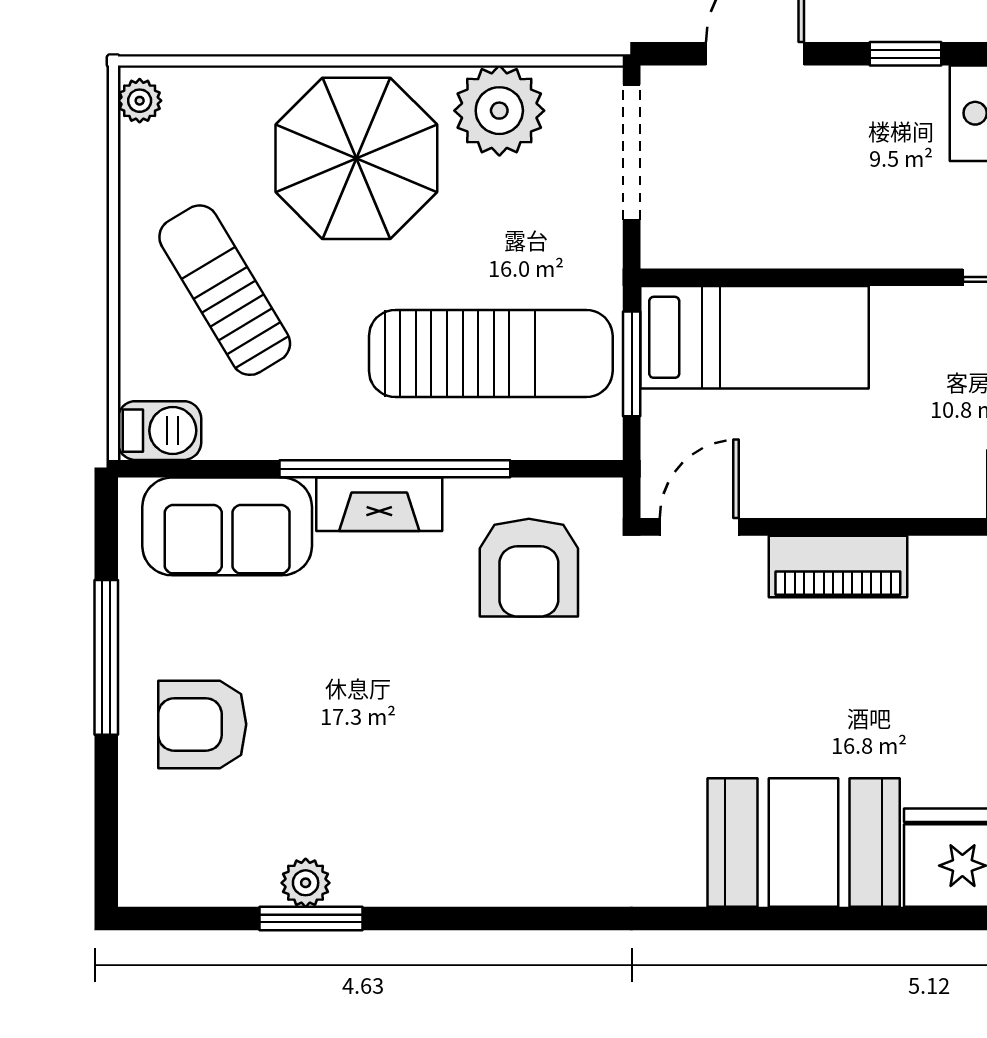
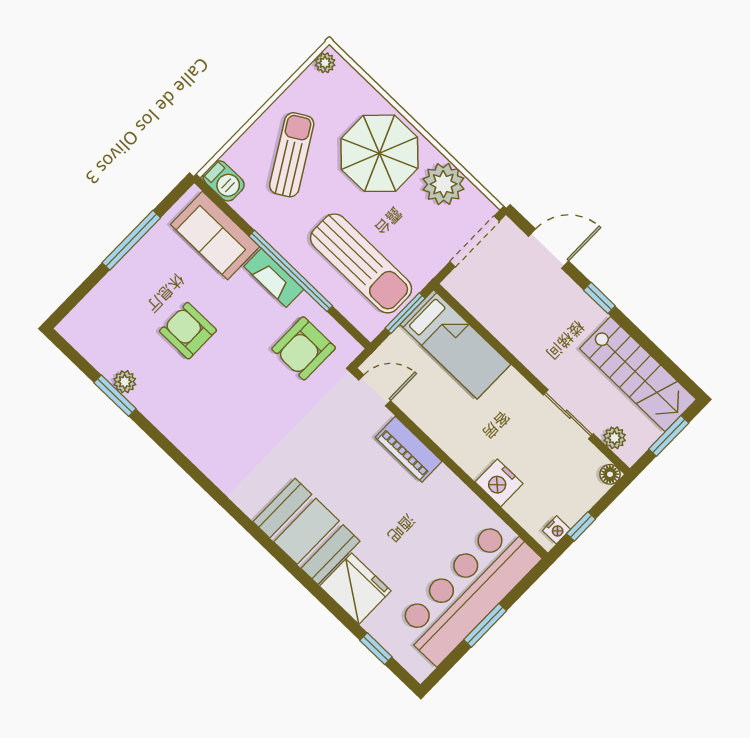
armchair: (202, 724) -> (188, 331), moved

